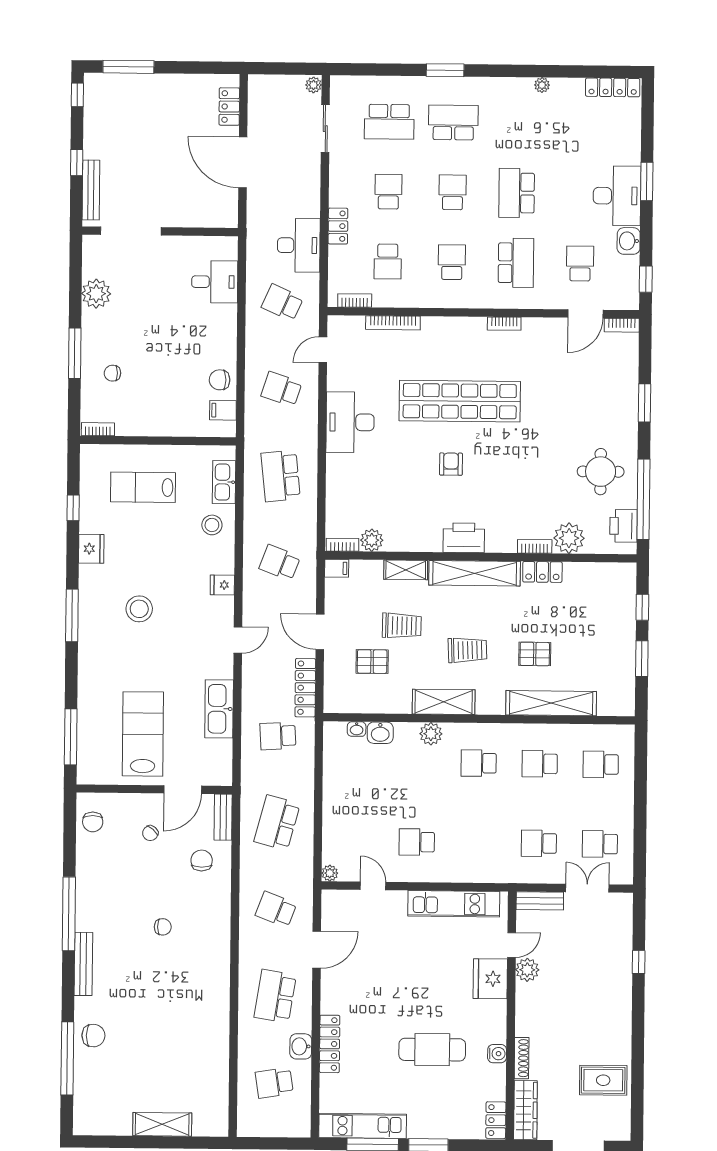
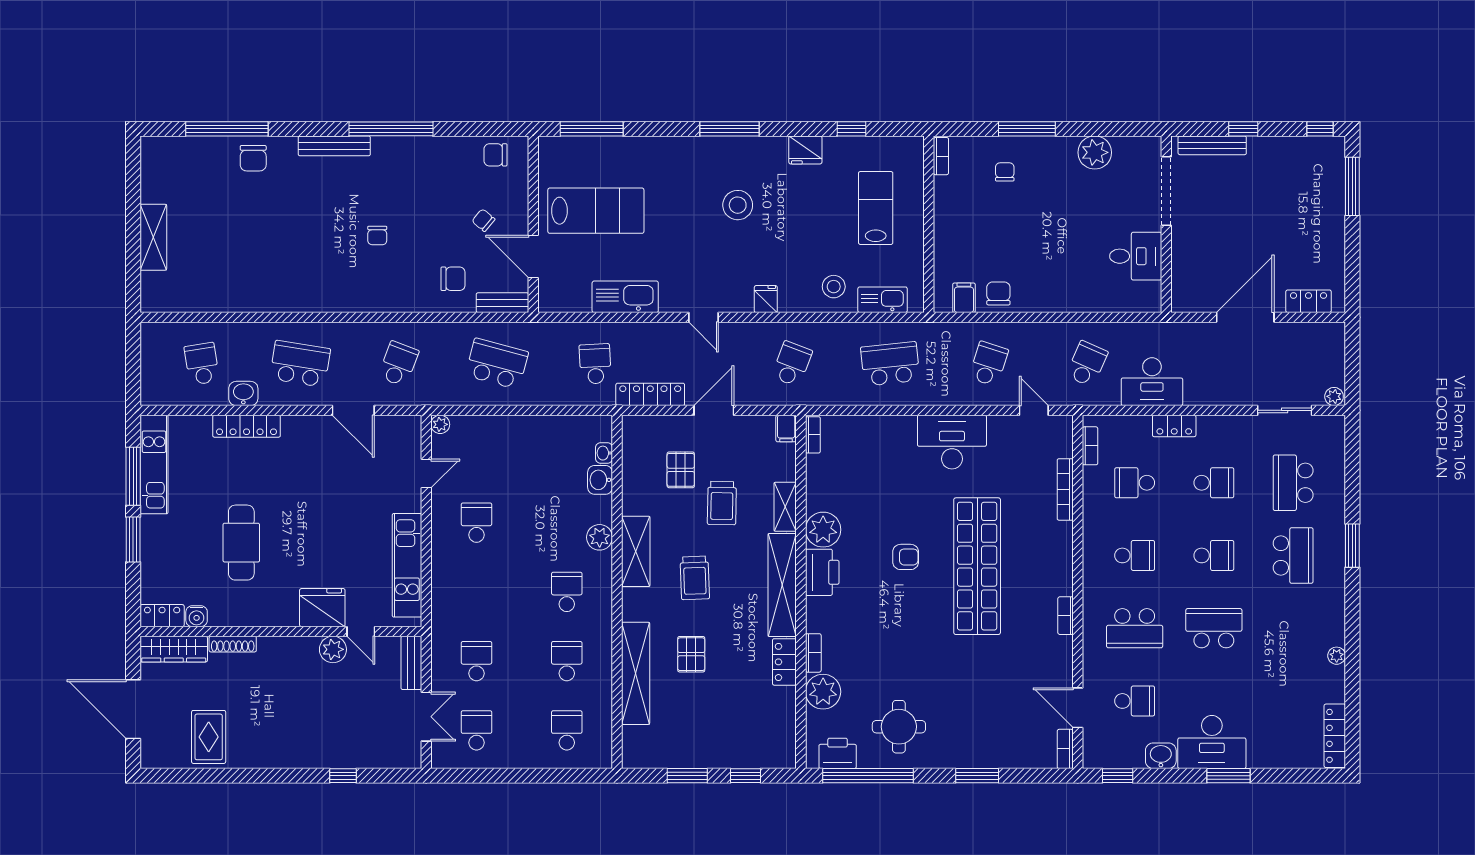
desk: (215, 282) -> (1136, 256), moved, turned -90
plant: (372, 540) -> (823, 530), moved, width x1.36, depth x1.36
water cooler: (497, 1054) -> (197, 616), moved

